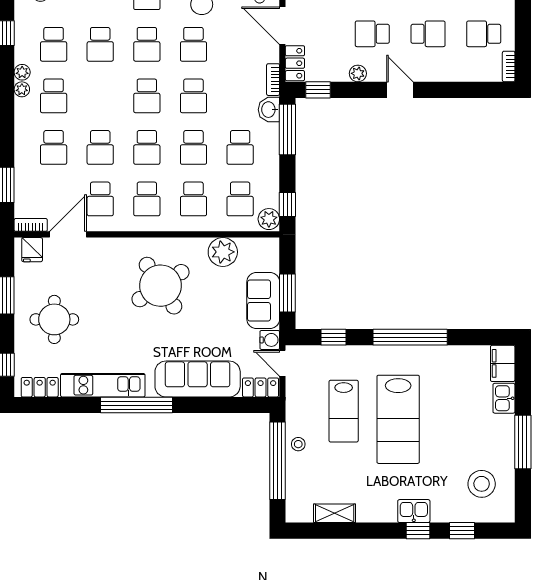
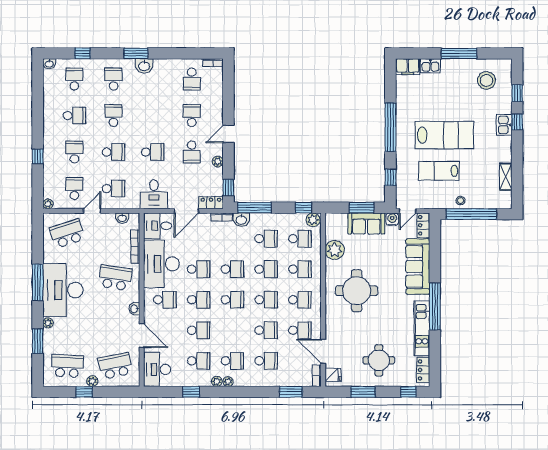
round table: (160, 286) -> (357, 291), turned 33
lab bench: (344, 411) -> (439, 171), turned 180

